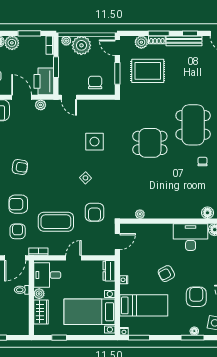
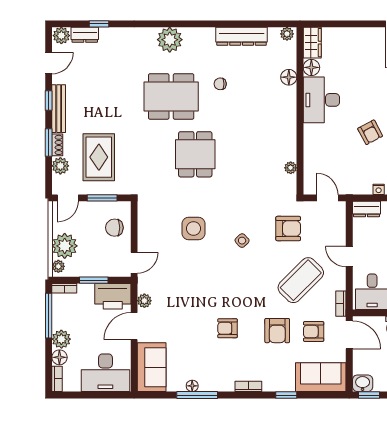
window: (29, 33) -> (49, 316), width x1.44
armchair: (20, 167) -> (228, 328), turned -98
coffee table: (56, 222) -> (301, 280), turned 45

